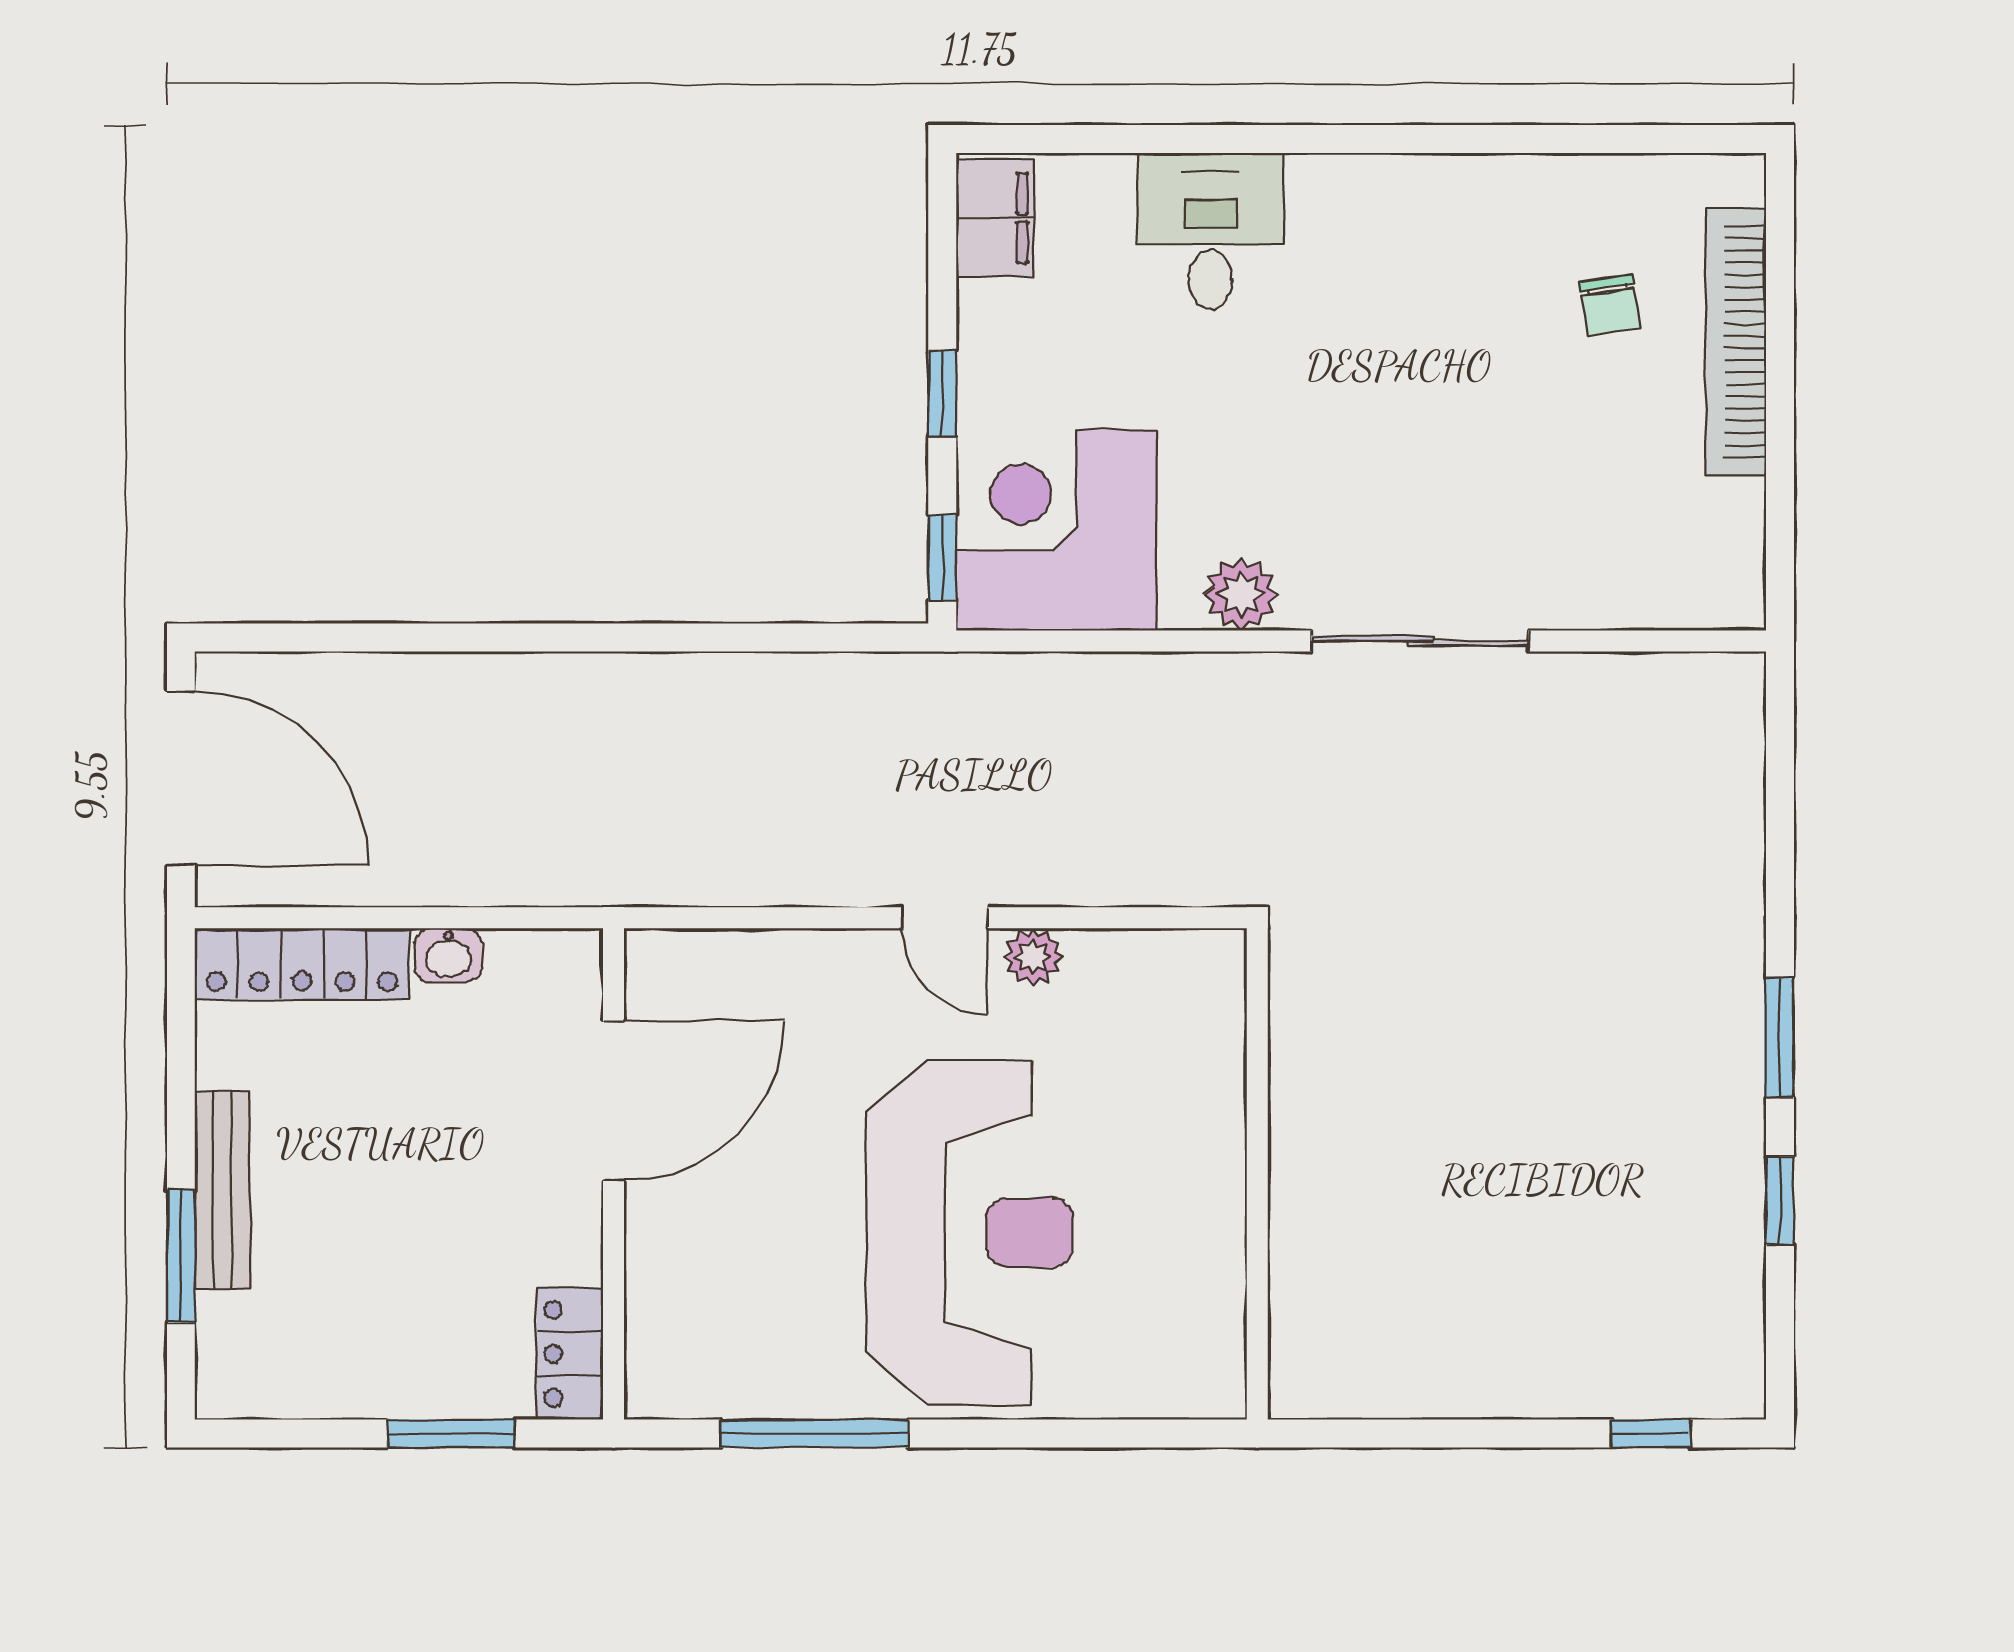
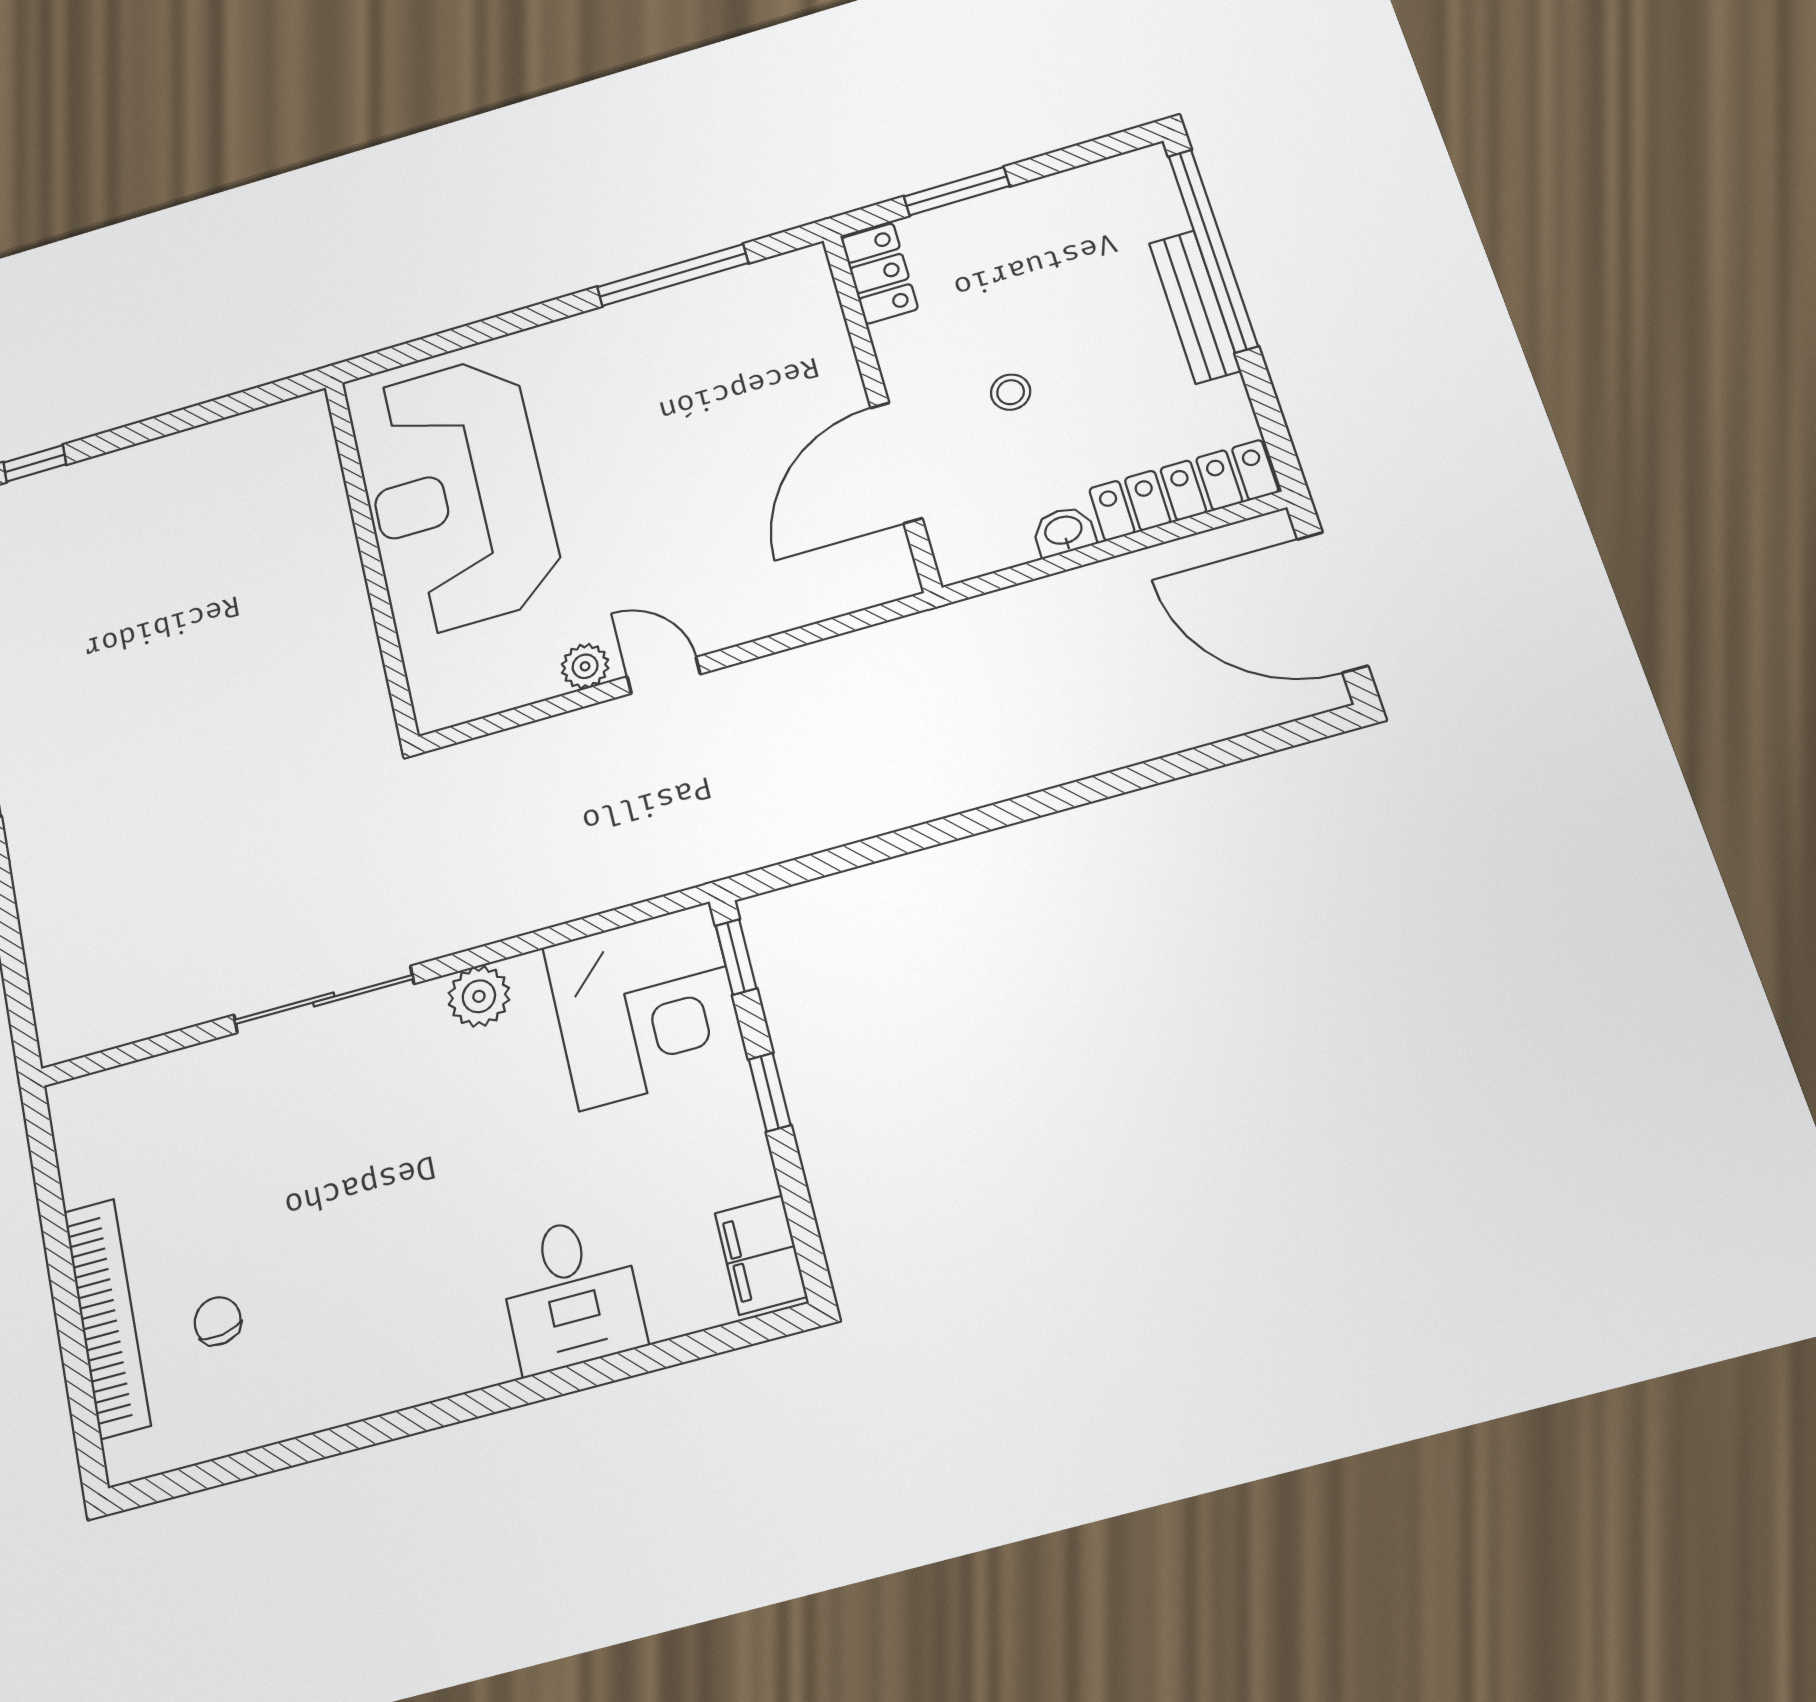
stool: (460, 1149) -> (1011, 392), added
reception desk: (970, 1232) -> (459, 494), moved
window: (181, 1256) -> (1213, 250), width x2.11

